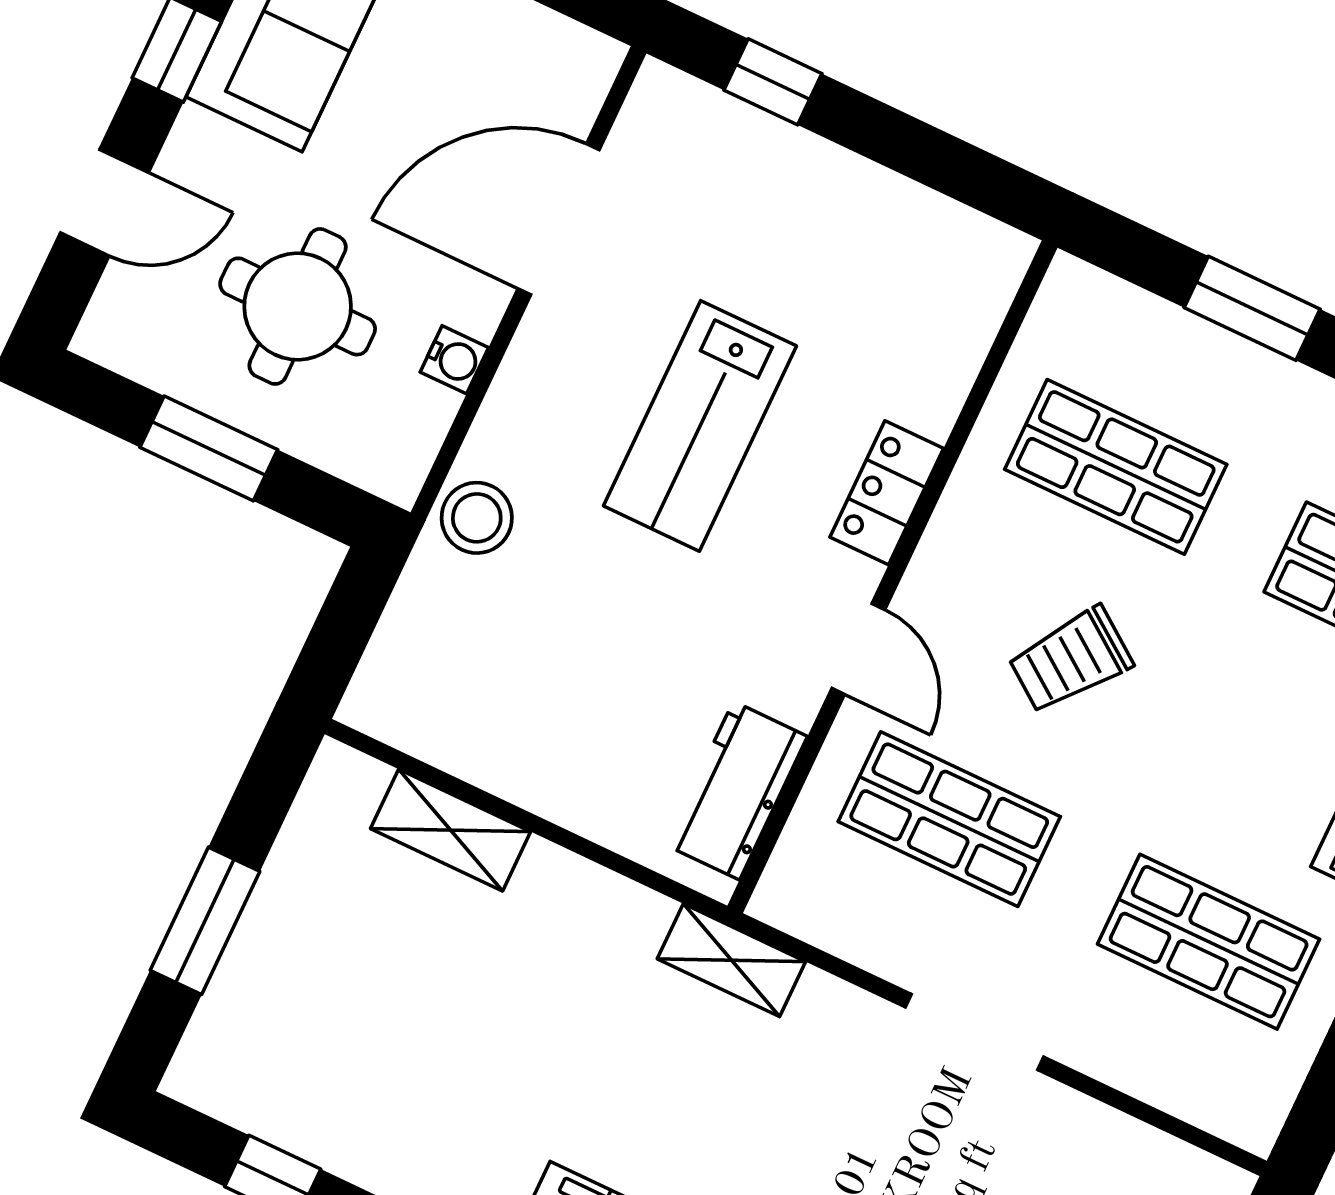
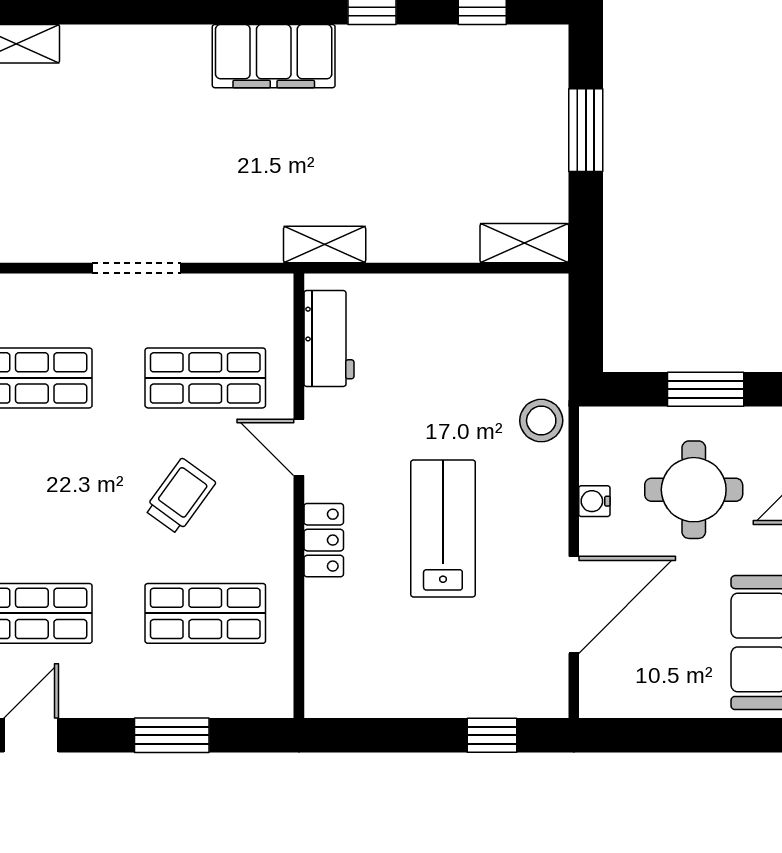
shelving: (451, 830) -> (524, 243), moved
shelving: (731, 960) -> (325, 245), moved

